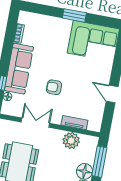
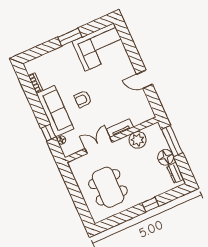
armchair: (54, 87) -> (83, 99), moved
tv unit: (74, 123) -> (120, 128), moved

